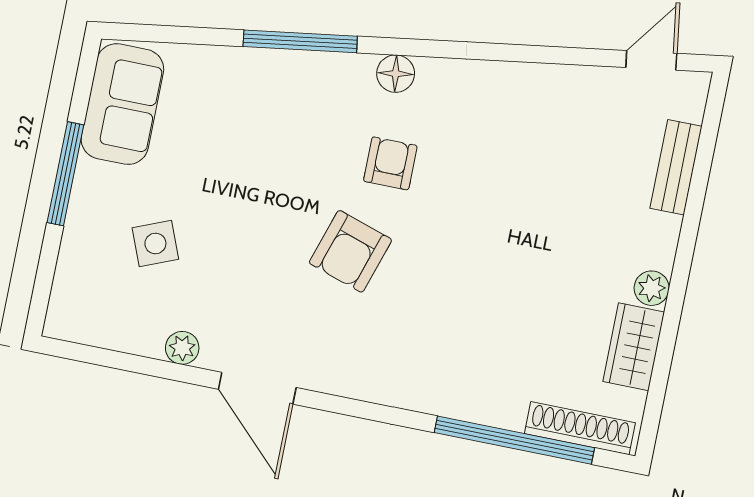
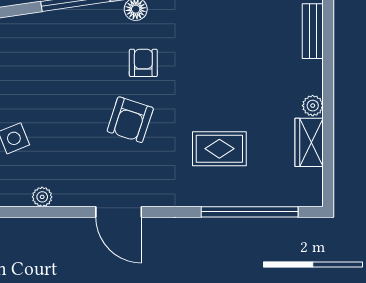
rug: (486, 328) -> (219, 149), added
door: (257, 388) -> (119, 212), moved
shoe rack: (580, 428) -> (287, 197), removed

